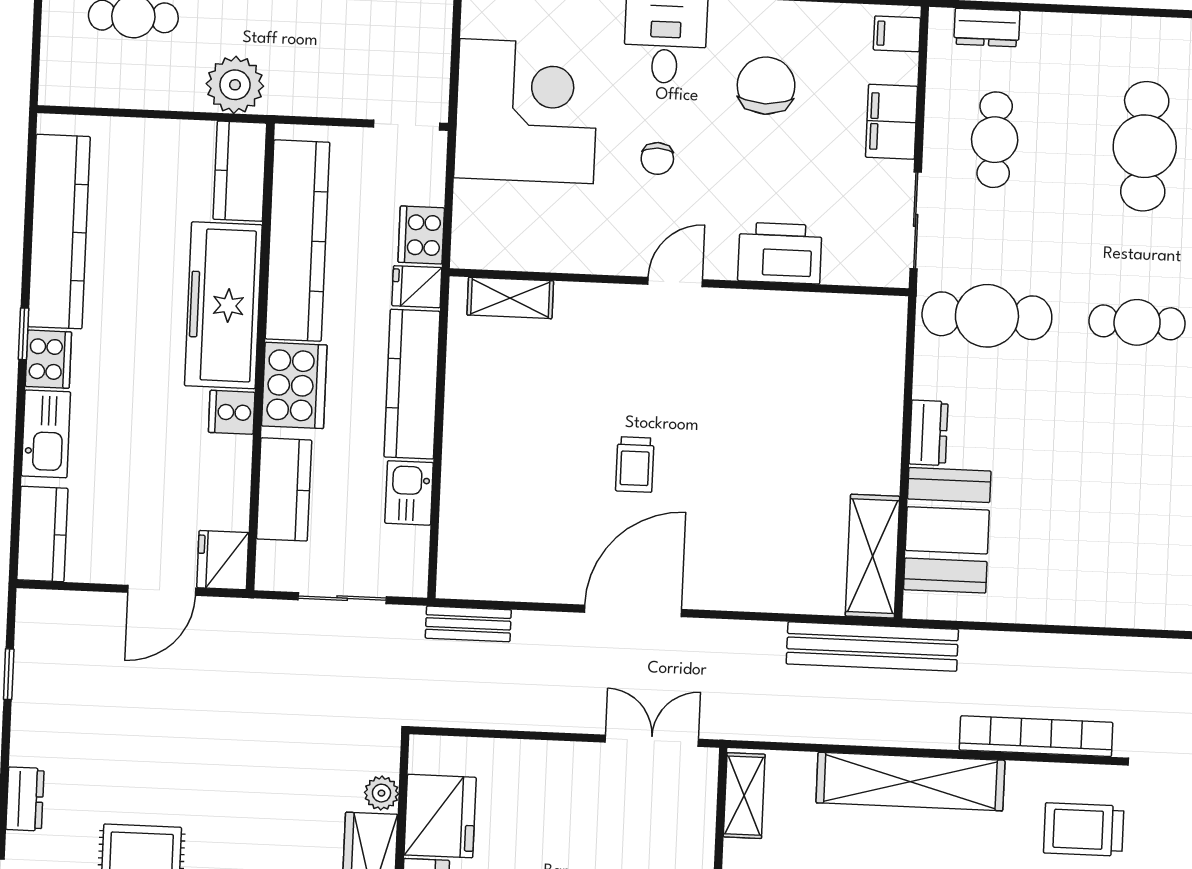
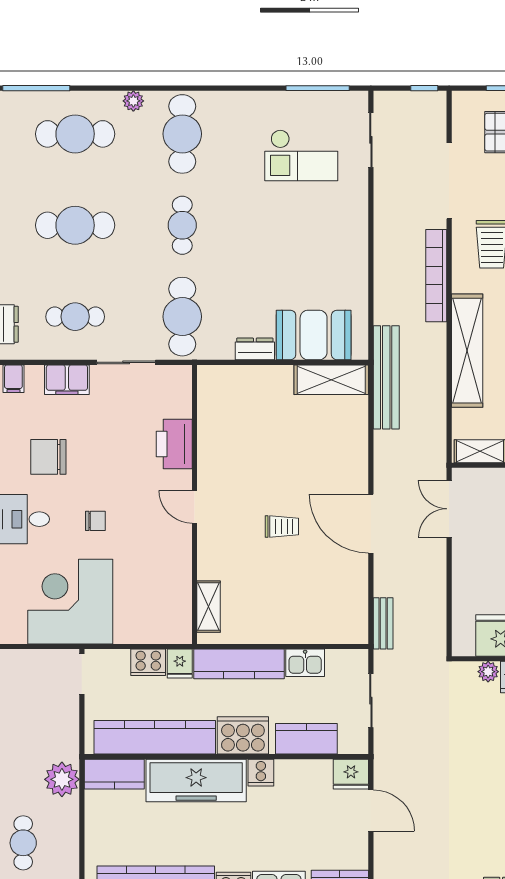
printer: (780, 253) -> (174, 444), moved
door: (675, 282) -> (195, 507), moved
wall: (679, 282) -> (195, 504), moved
shelving: (510, 298) -> (209, 607), moved

